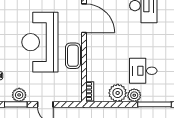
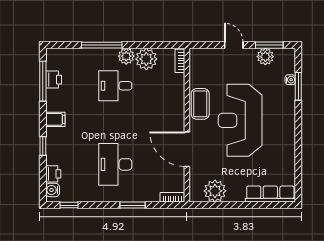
reception desk: (40, 42) -> (240, 120), turned 180
desk: (143, 71) -> (115, 86), turned 180

